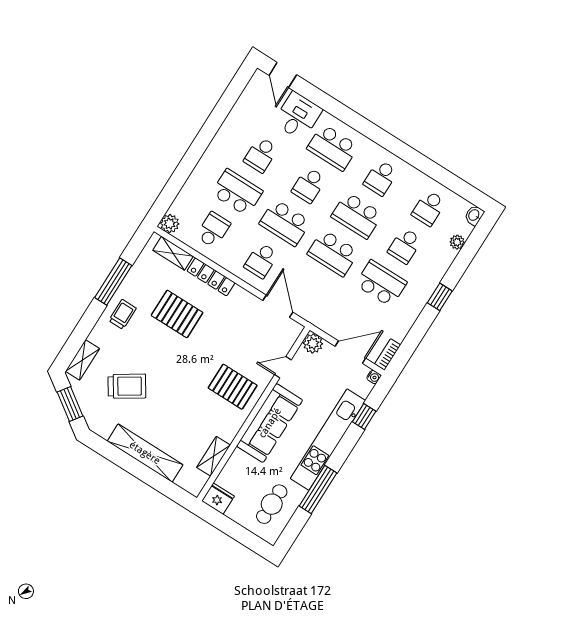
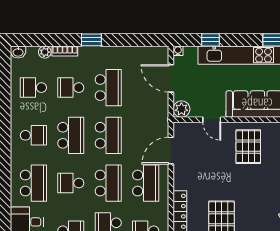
school desk: (309, 185) -> (71, 183), turned 180
school desk: (429, 208) -> (33, 88), turned 180
school desk: (405, 246) -> (71, 88), turned 180
school desk: (261, 260) -> (146, 183), width x1.85
school desk: (381, 283) -> (108, 88), turned 180
bookcase: (388, 355) -> (65, 51), moved

